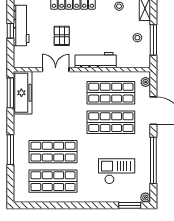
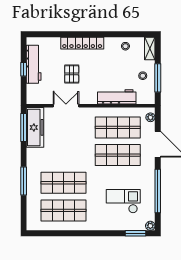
workbench: (96, 60) -> (117, 97), moved

